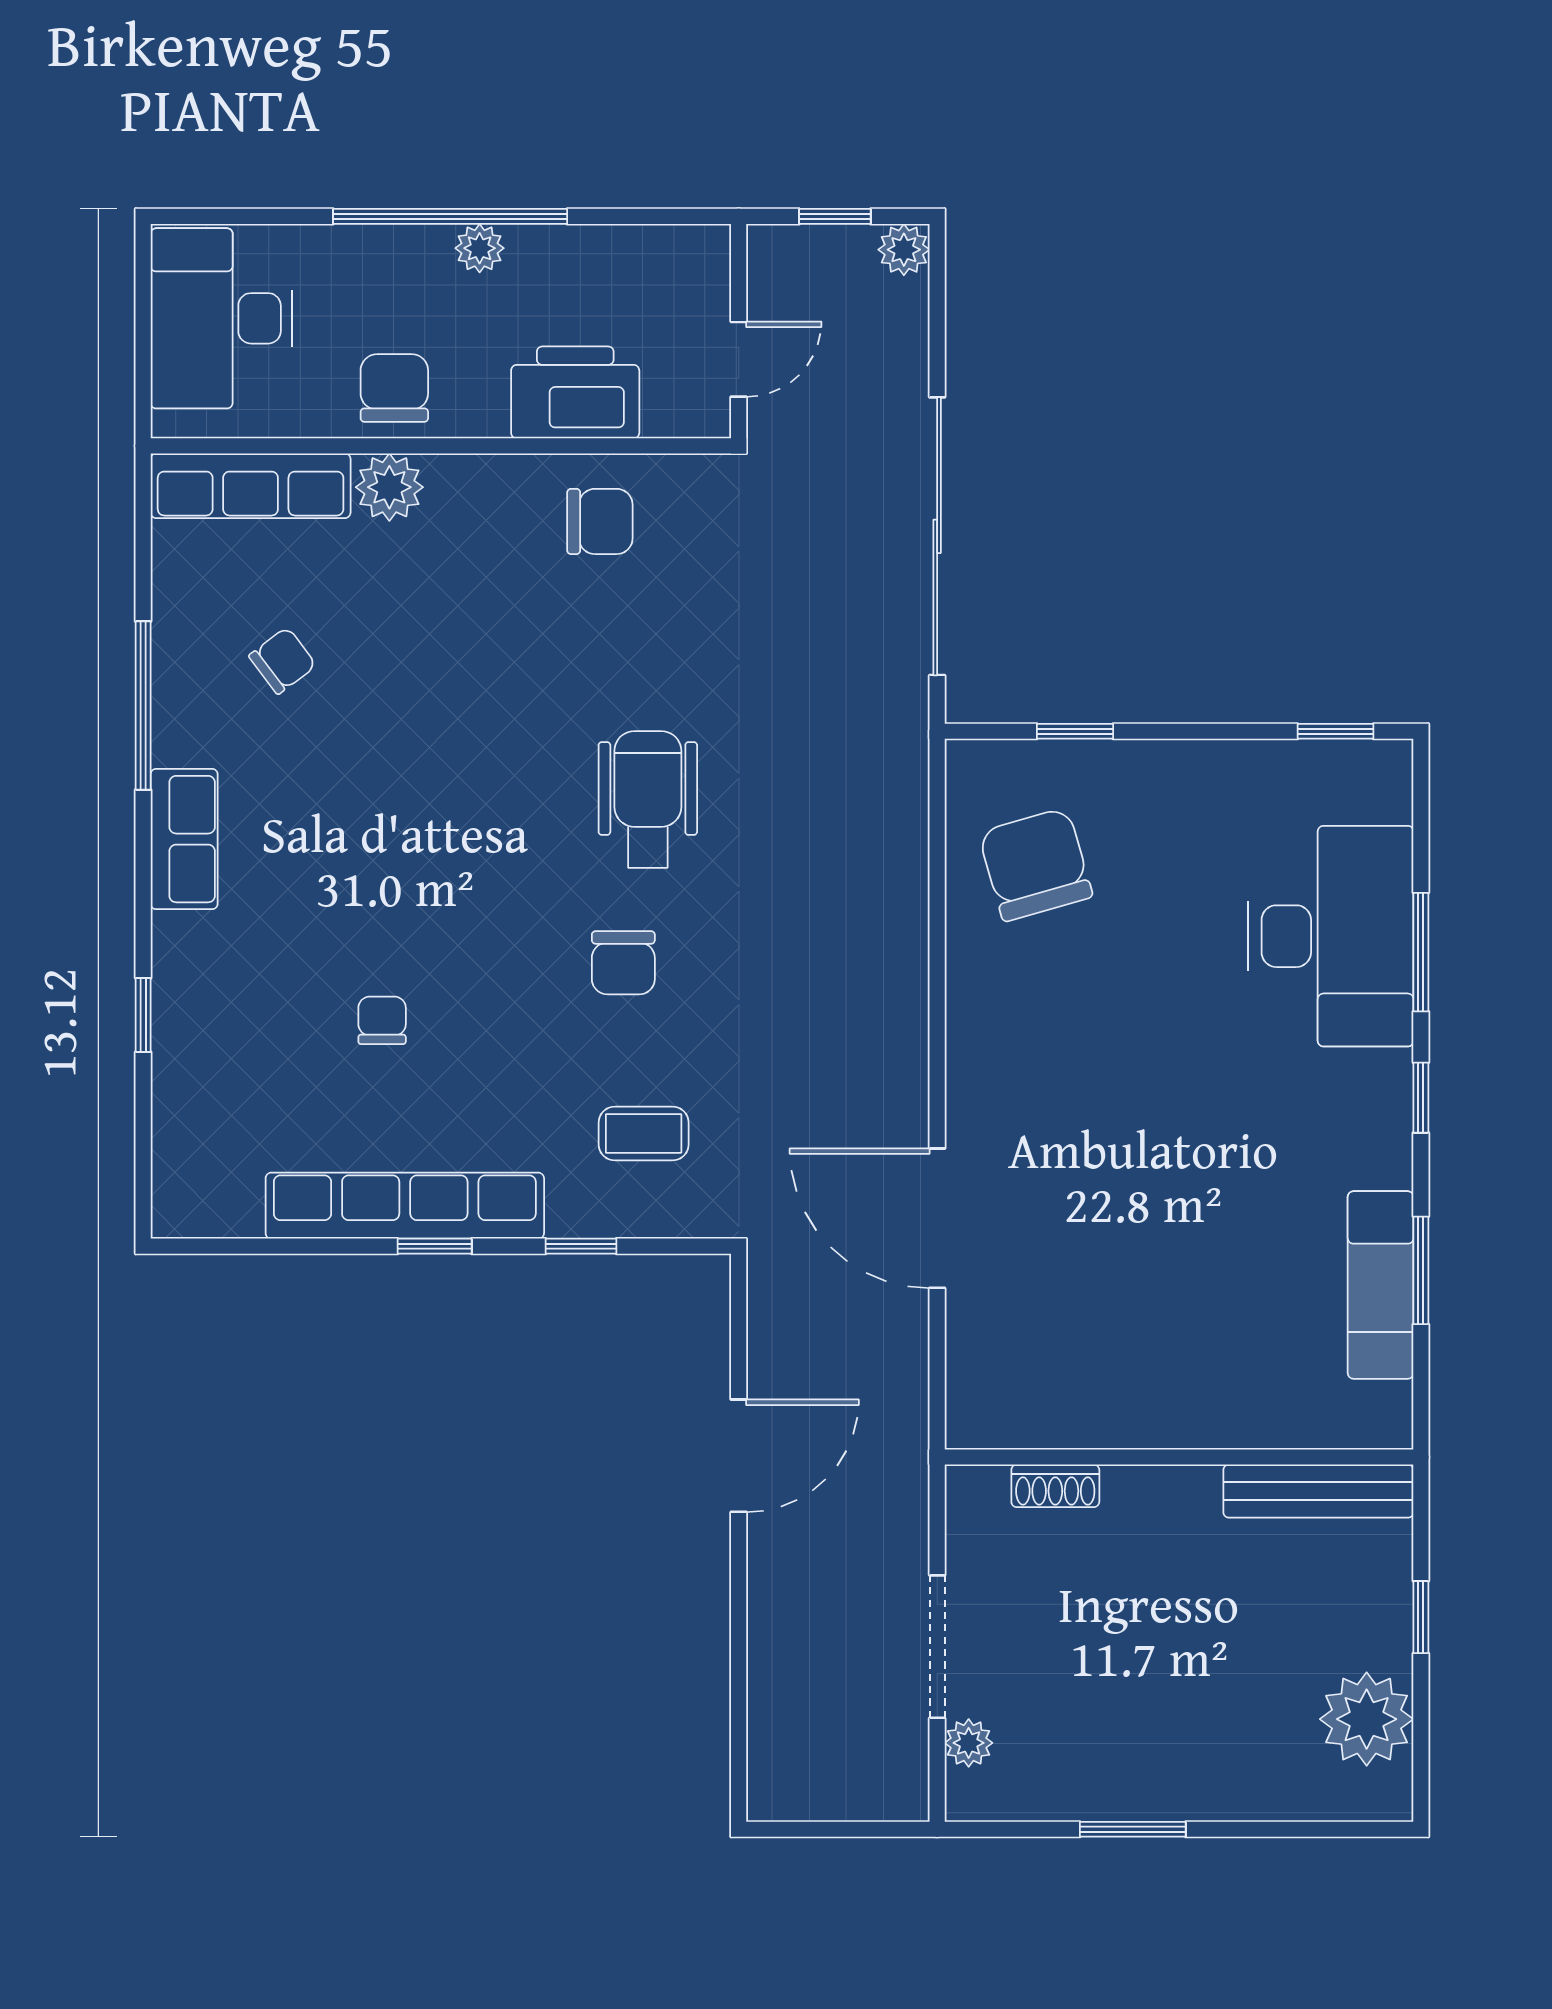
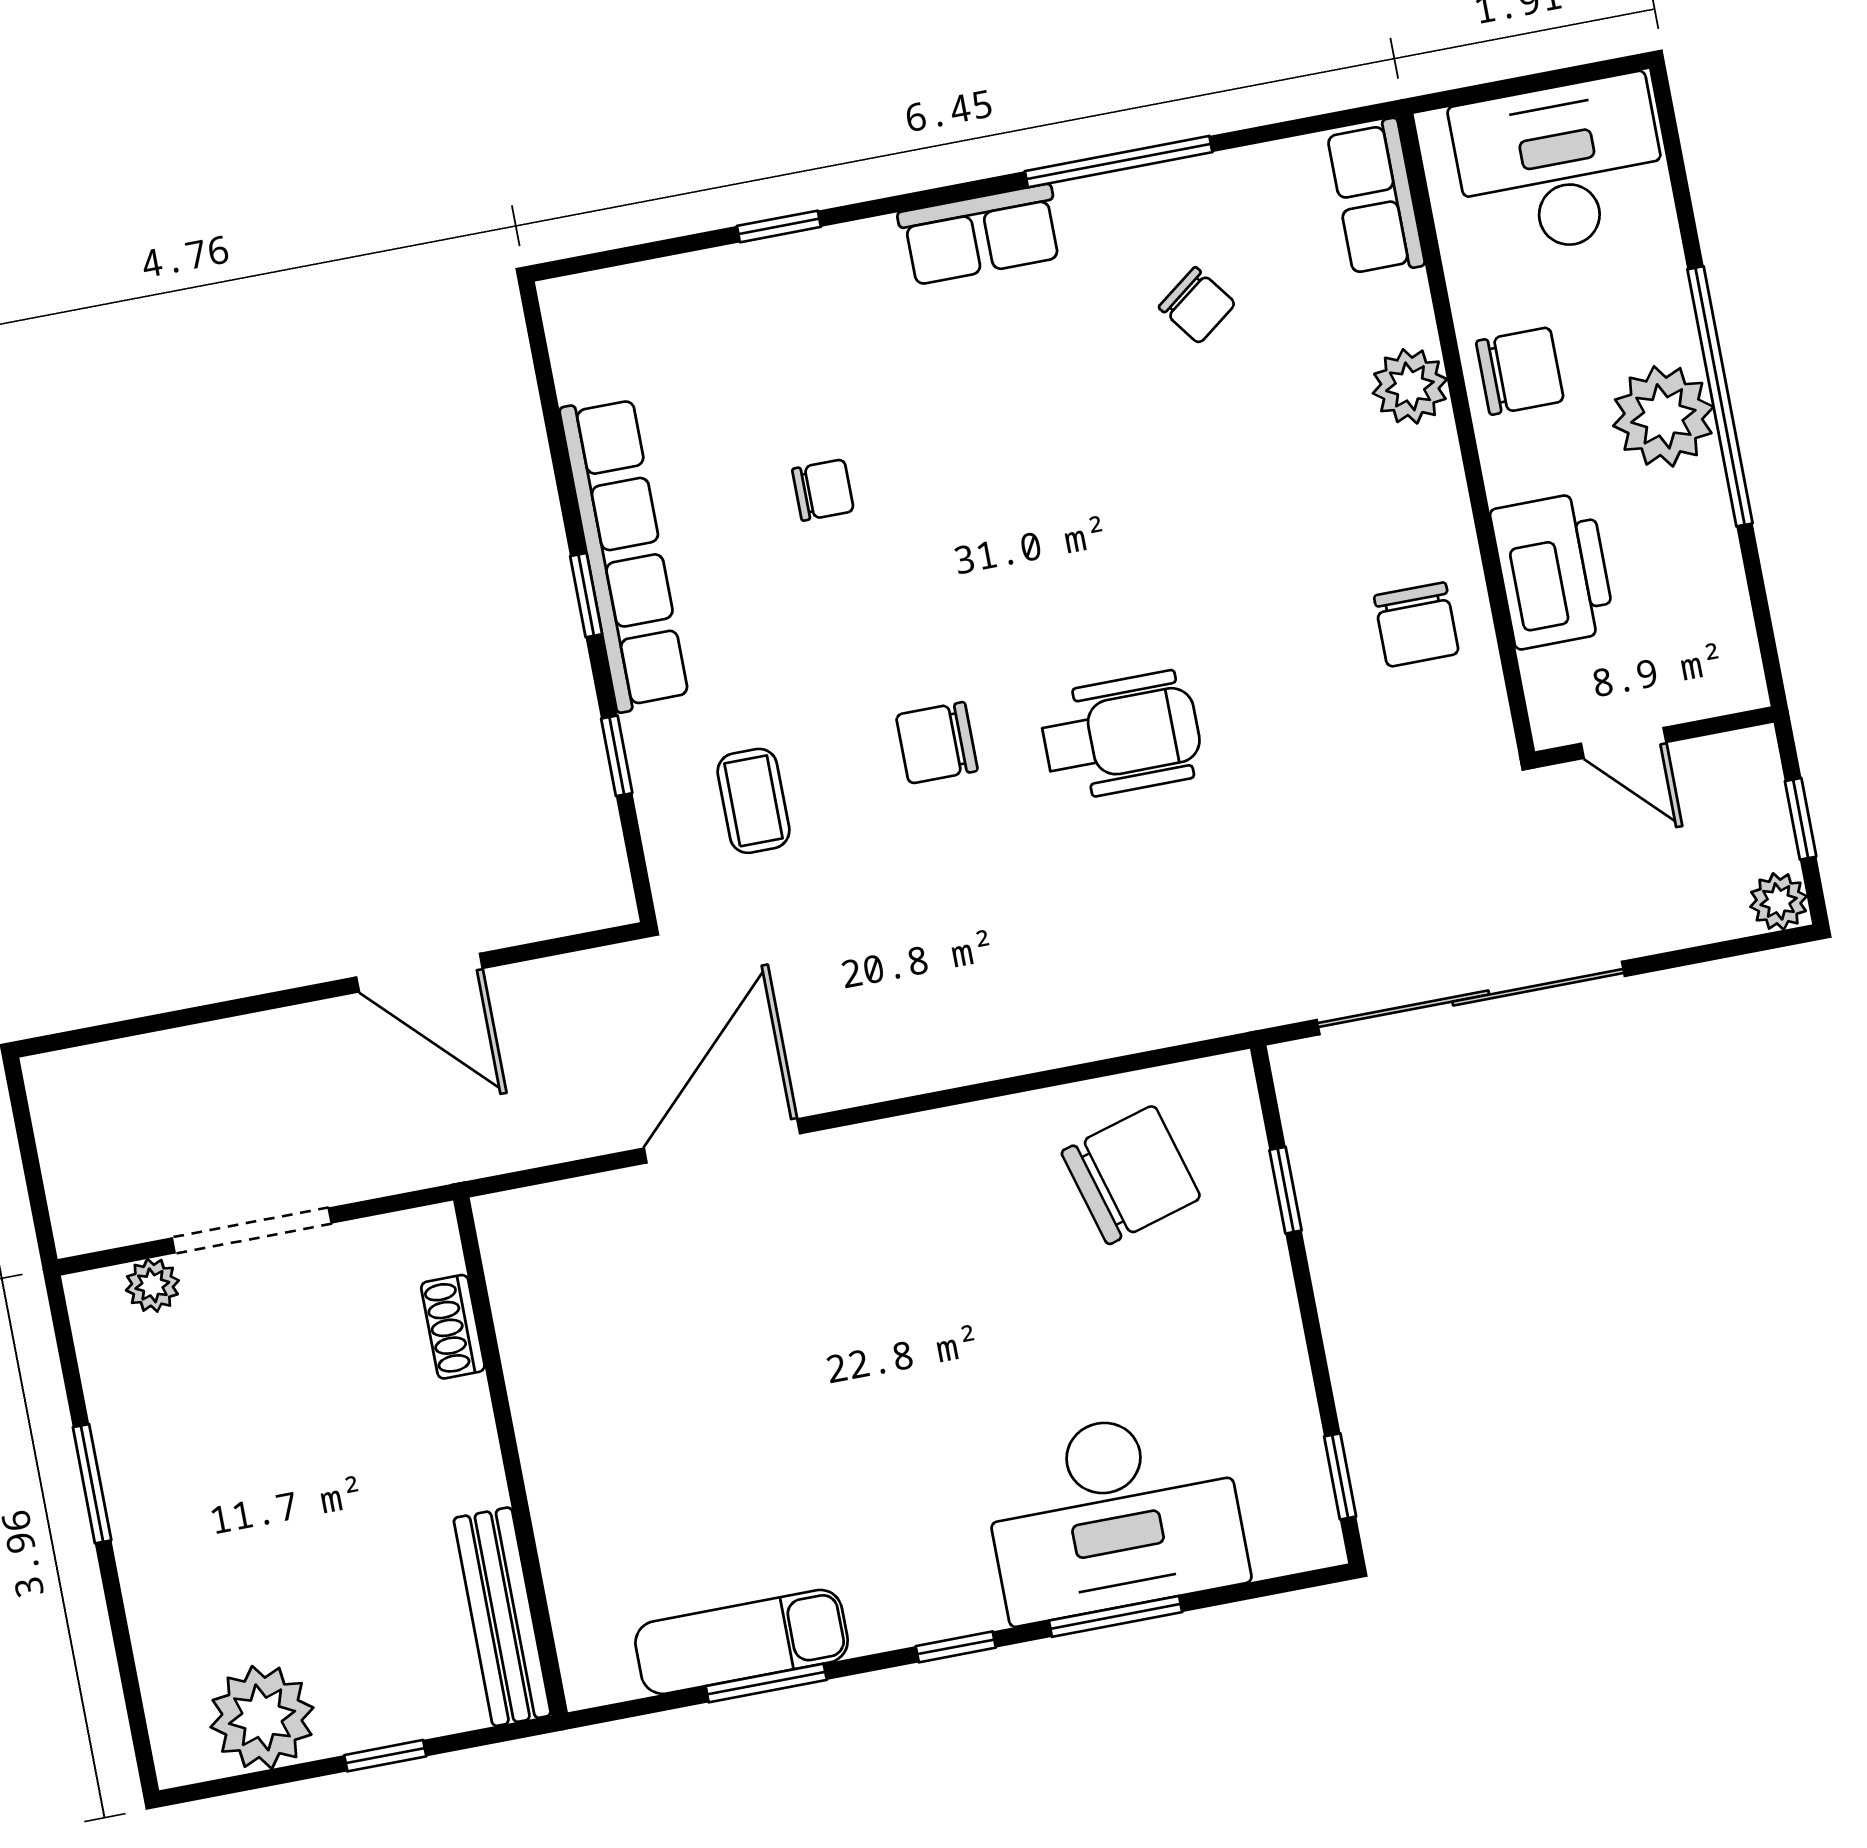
plant: (480, 248) -> (1663, 416), width x1.88, depth x1.88
row of seats: (251, 486) -> (1376, 198), width x0.68

